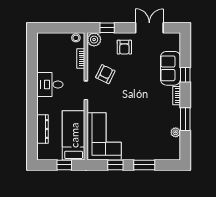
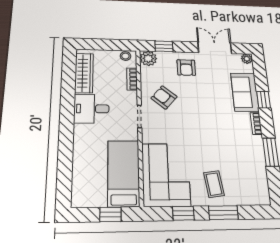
wardrobe: (44, 54) -> (84, 73), added
armchair: (105, 74) -> (164, 97), turned -76
dresser: (43, 129) -> (80, 165), removed
plant: (176, 132) -> (247, 59), moved
coffee table: (139, 144) -> (214, 184), added

